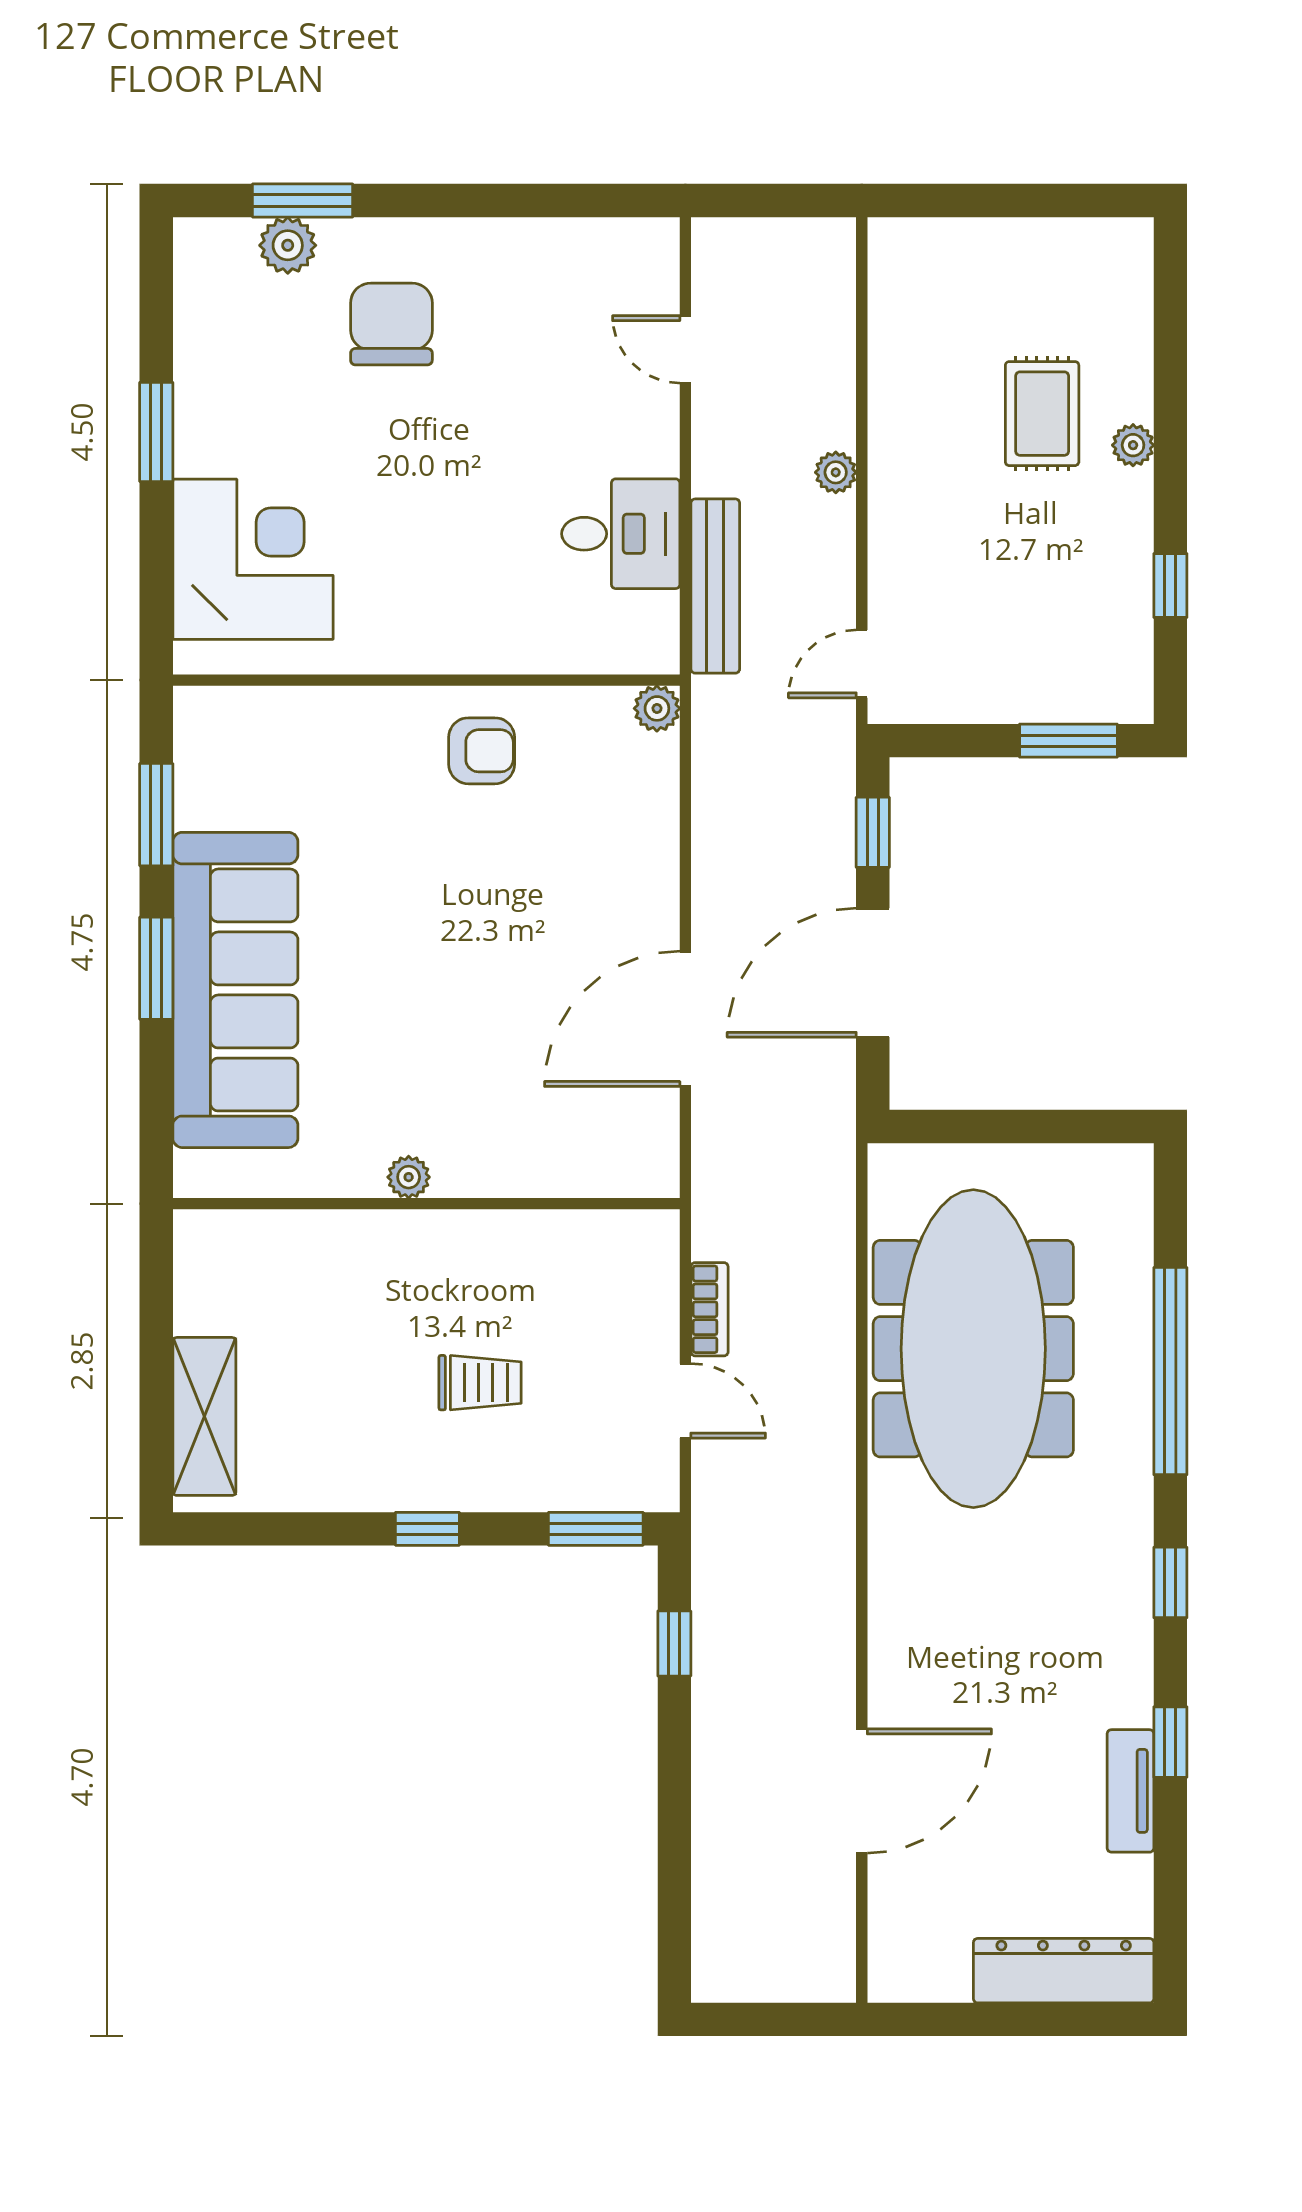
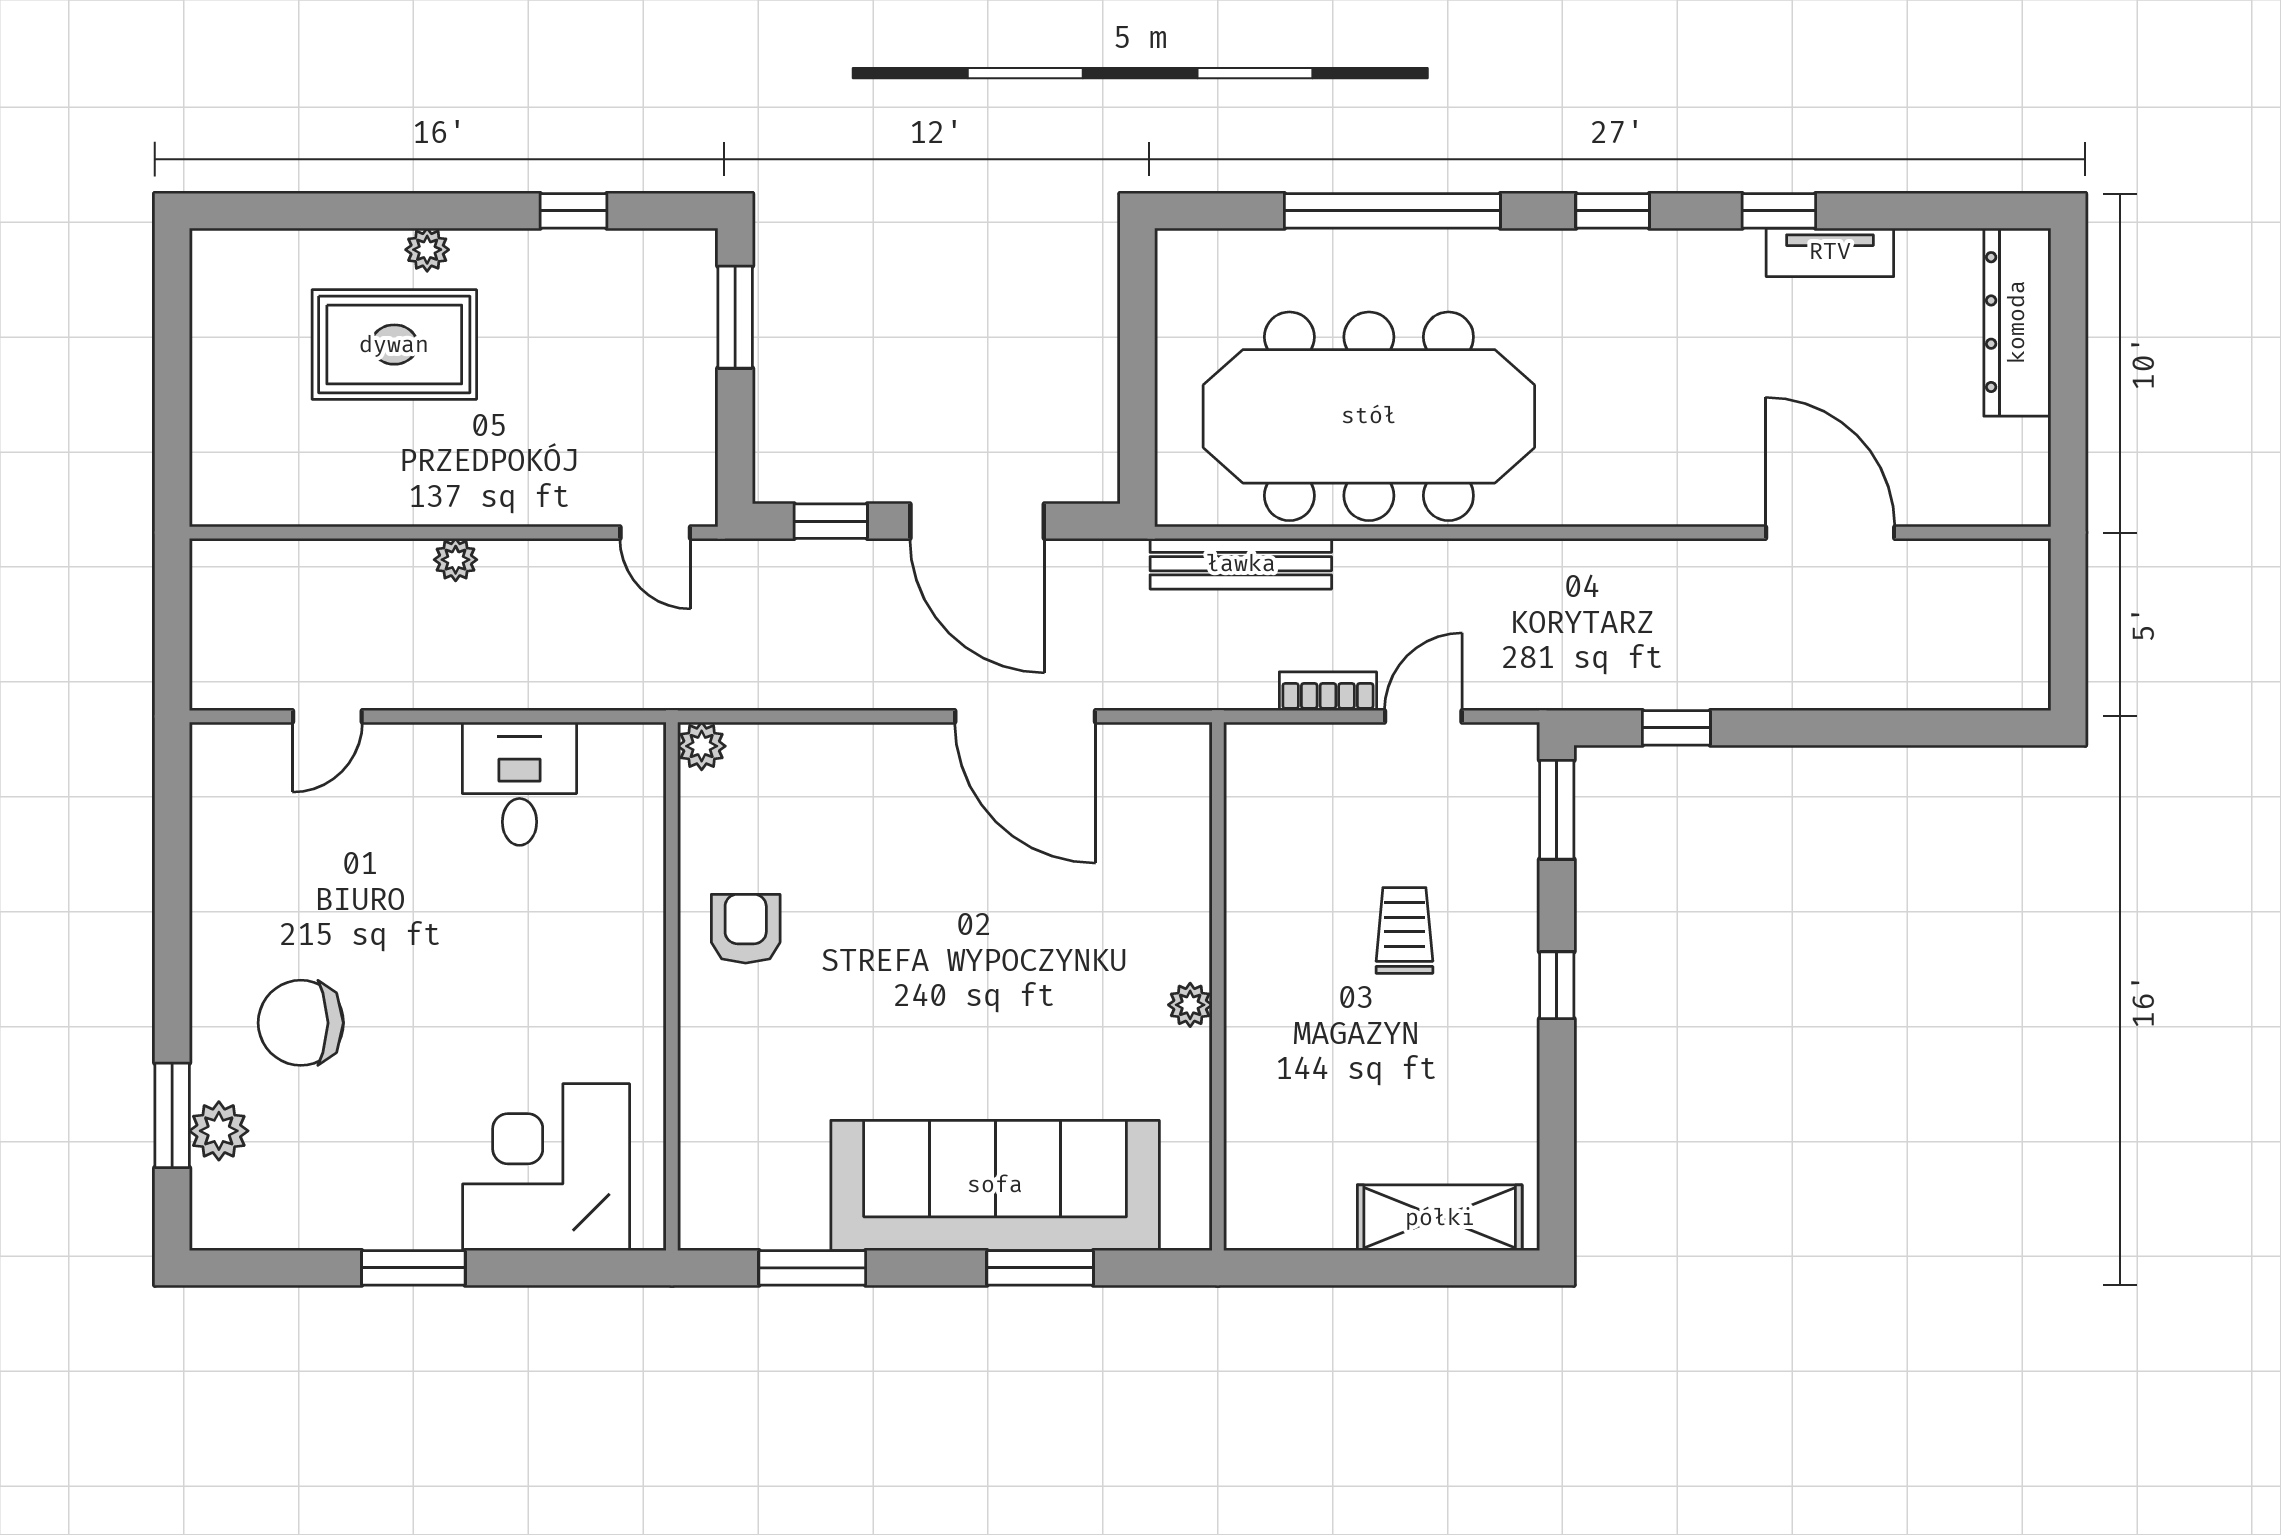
rug: (1042, 414) -> (394, 345), width x1.36, depth x1.43
bench: (715, 586) -> (1241, 564), moved
window: (156, 968) -> (1040, 1268), moved

